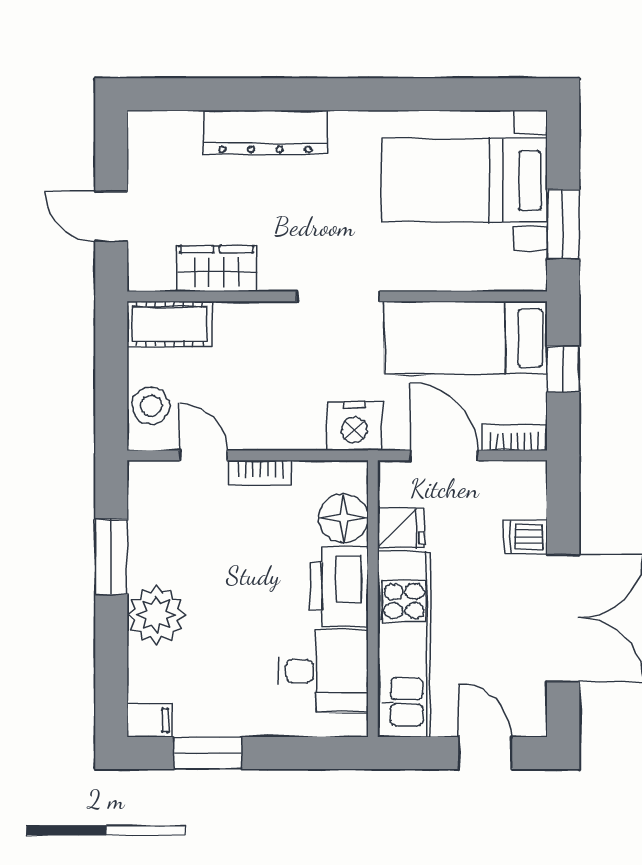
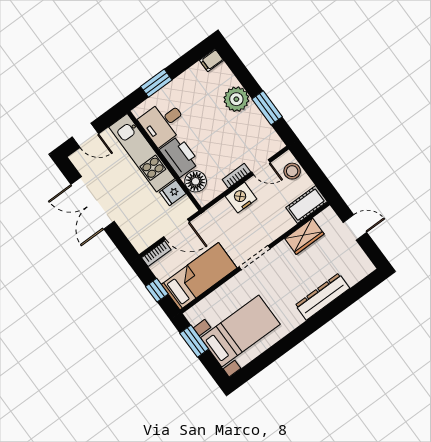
nightstand: (354, 426) -> (241, 198), moved
dishwasher: (526, 537) -> (127, 222), removed
window: (208, 753) -> (156, 83), moved

